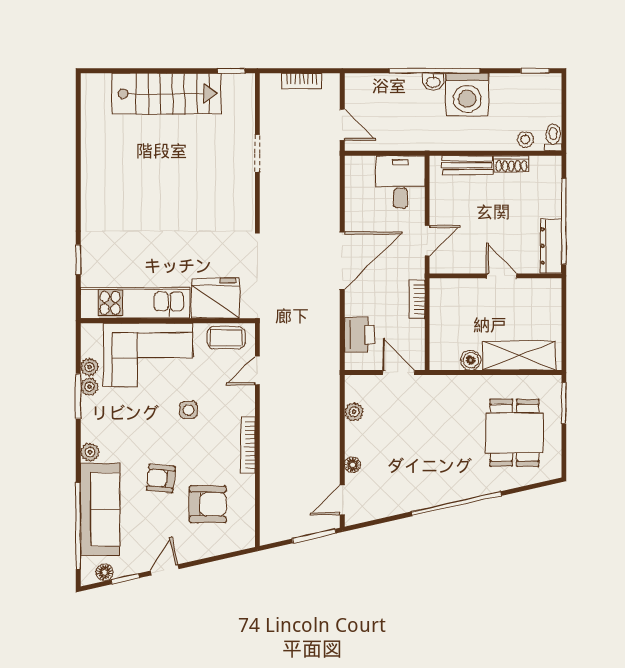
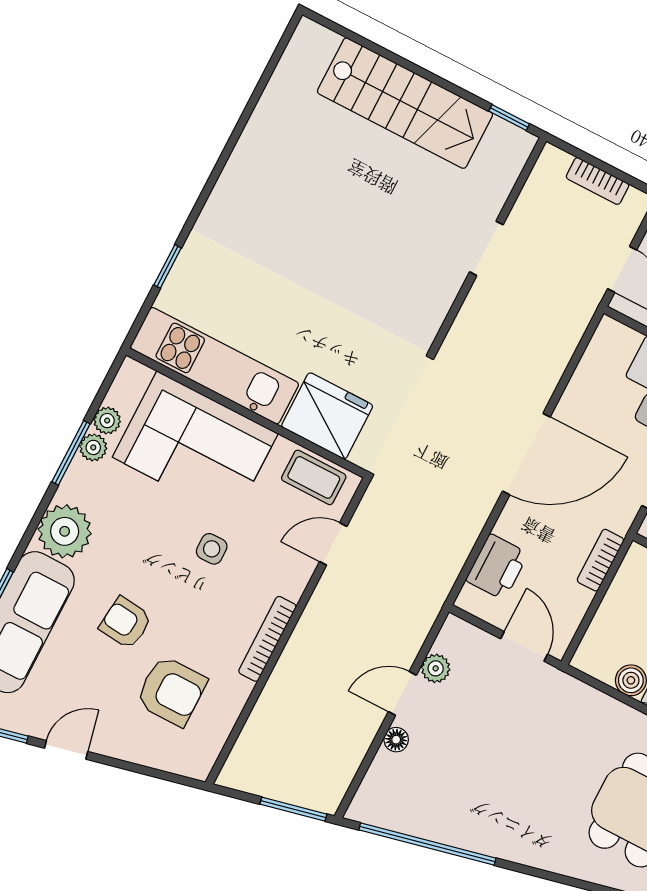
plant: (90, 452) -> (65, 531), width x1.88, depth x1.88
door: (342, 500) -> (402, 693), moved
window: (457, 504) -> (427, 844), moved

